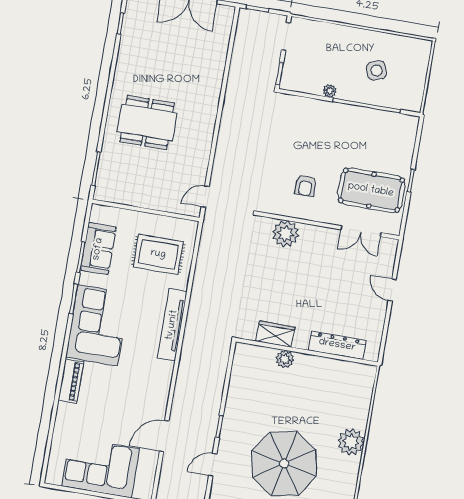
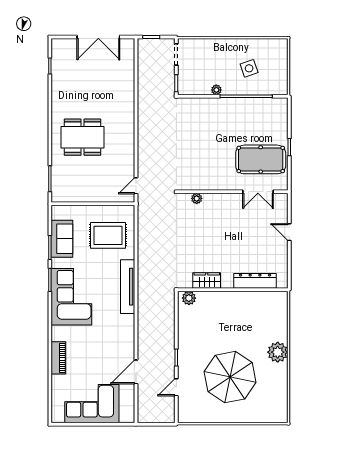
armchair: (306, 186) -> (210, 164), removed
plant: (286, 234) -> (197, 198), width x0.53, depth x0.53
plant: (285, 359) -> (189, 298), moved
piano: (71, 381) -> (58, 358), moved

